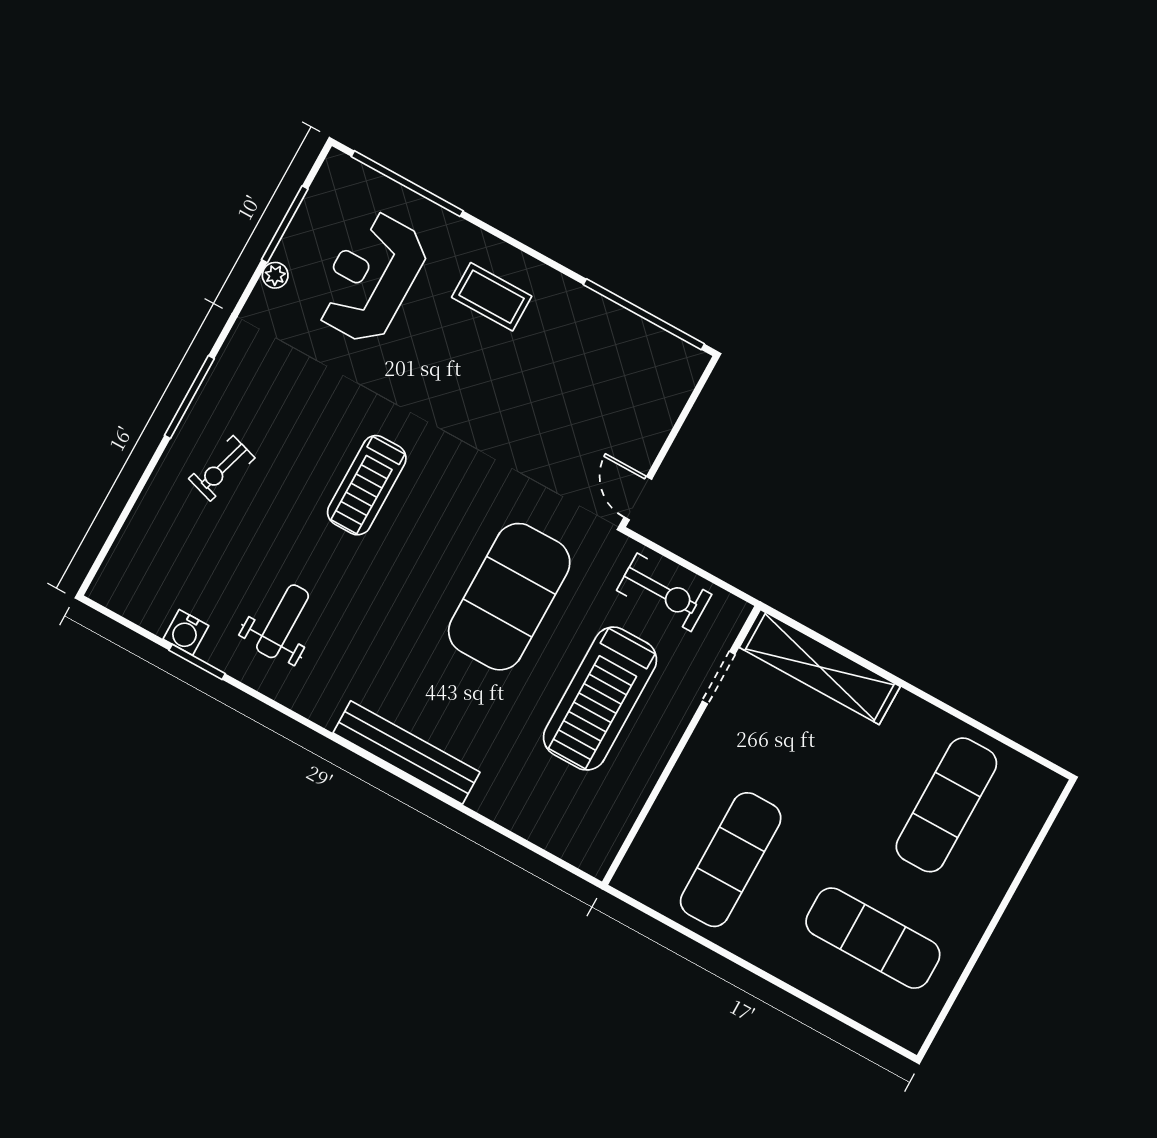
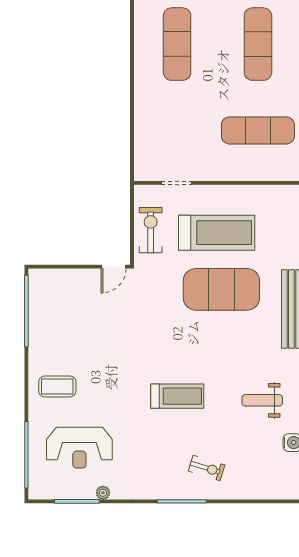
coffee table: (492, 297) -> (57, 386), turned 90
exercise mat: (509, 597) -> (221, 289), moved
shelving: (820, 667) -> (145, 138), removed
exercise mat: (946, 805) -> (177, 44), turned 90

